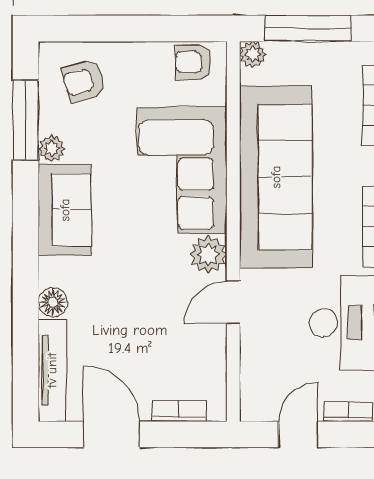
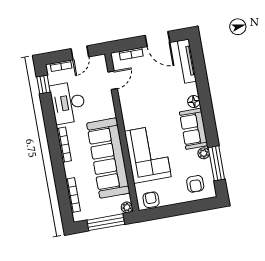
armchair: (193, 62) -> (151, 200), turned -90
armchair: (84, 81) -> (195, 184), turned 106
plant: (208, 255) -> (131, 121), removed
floor lamp: (53, 302) -> (194, 102), moved
door: (233, 302) -> (113, 80), moved

